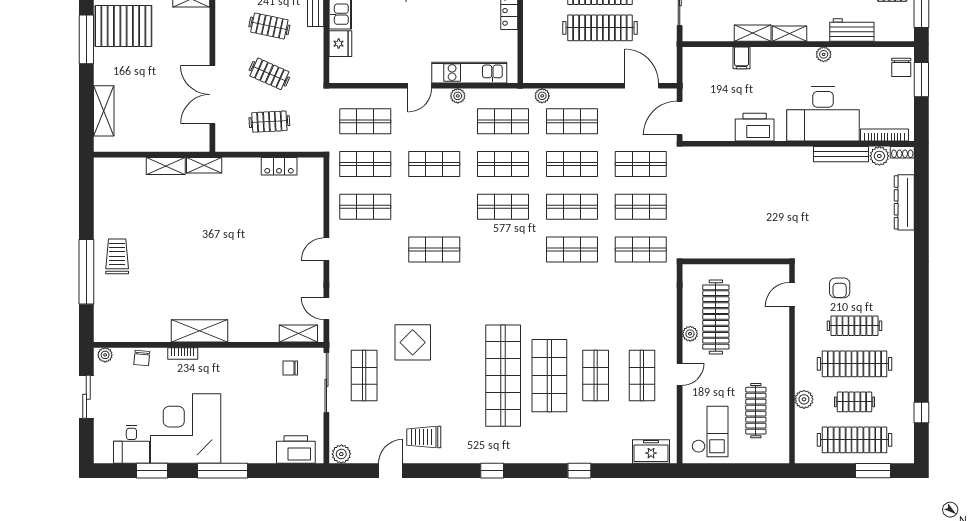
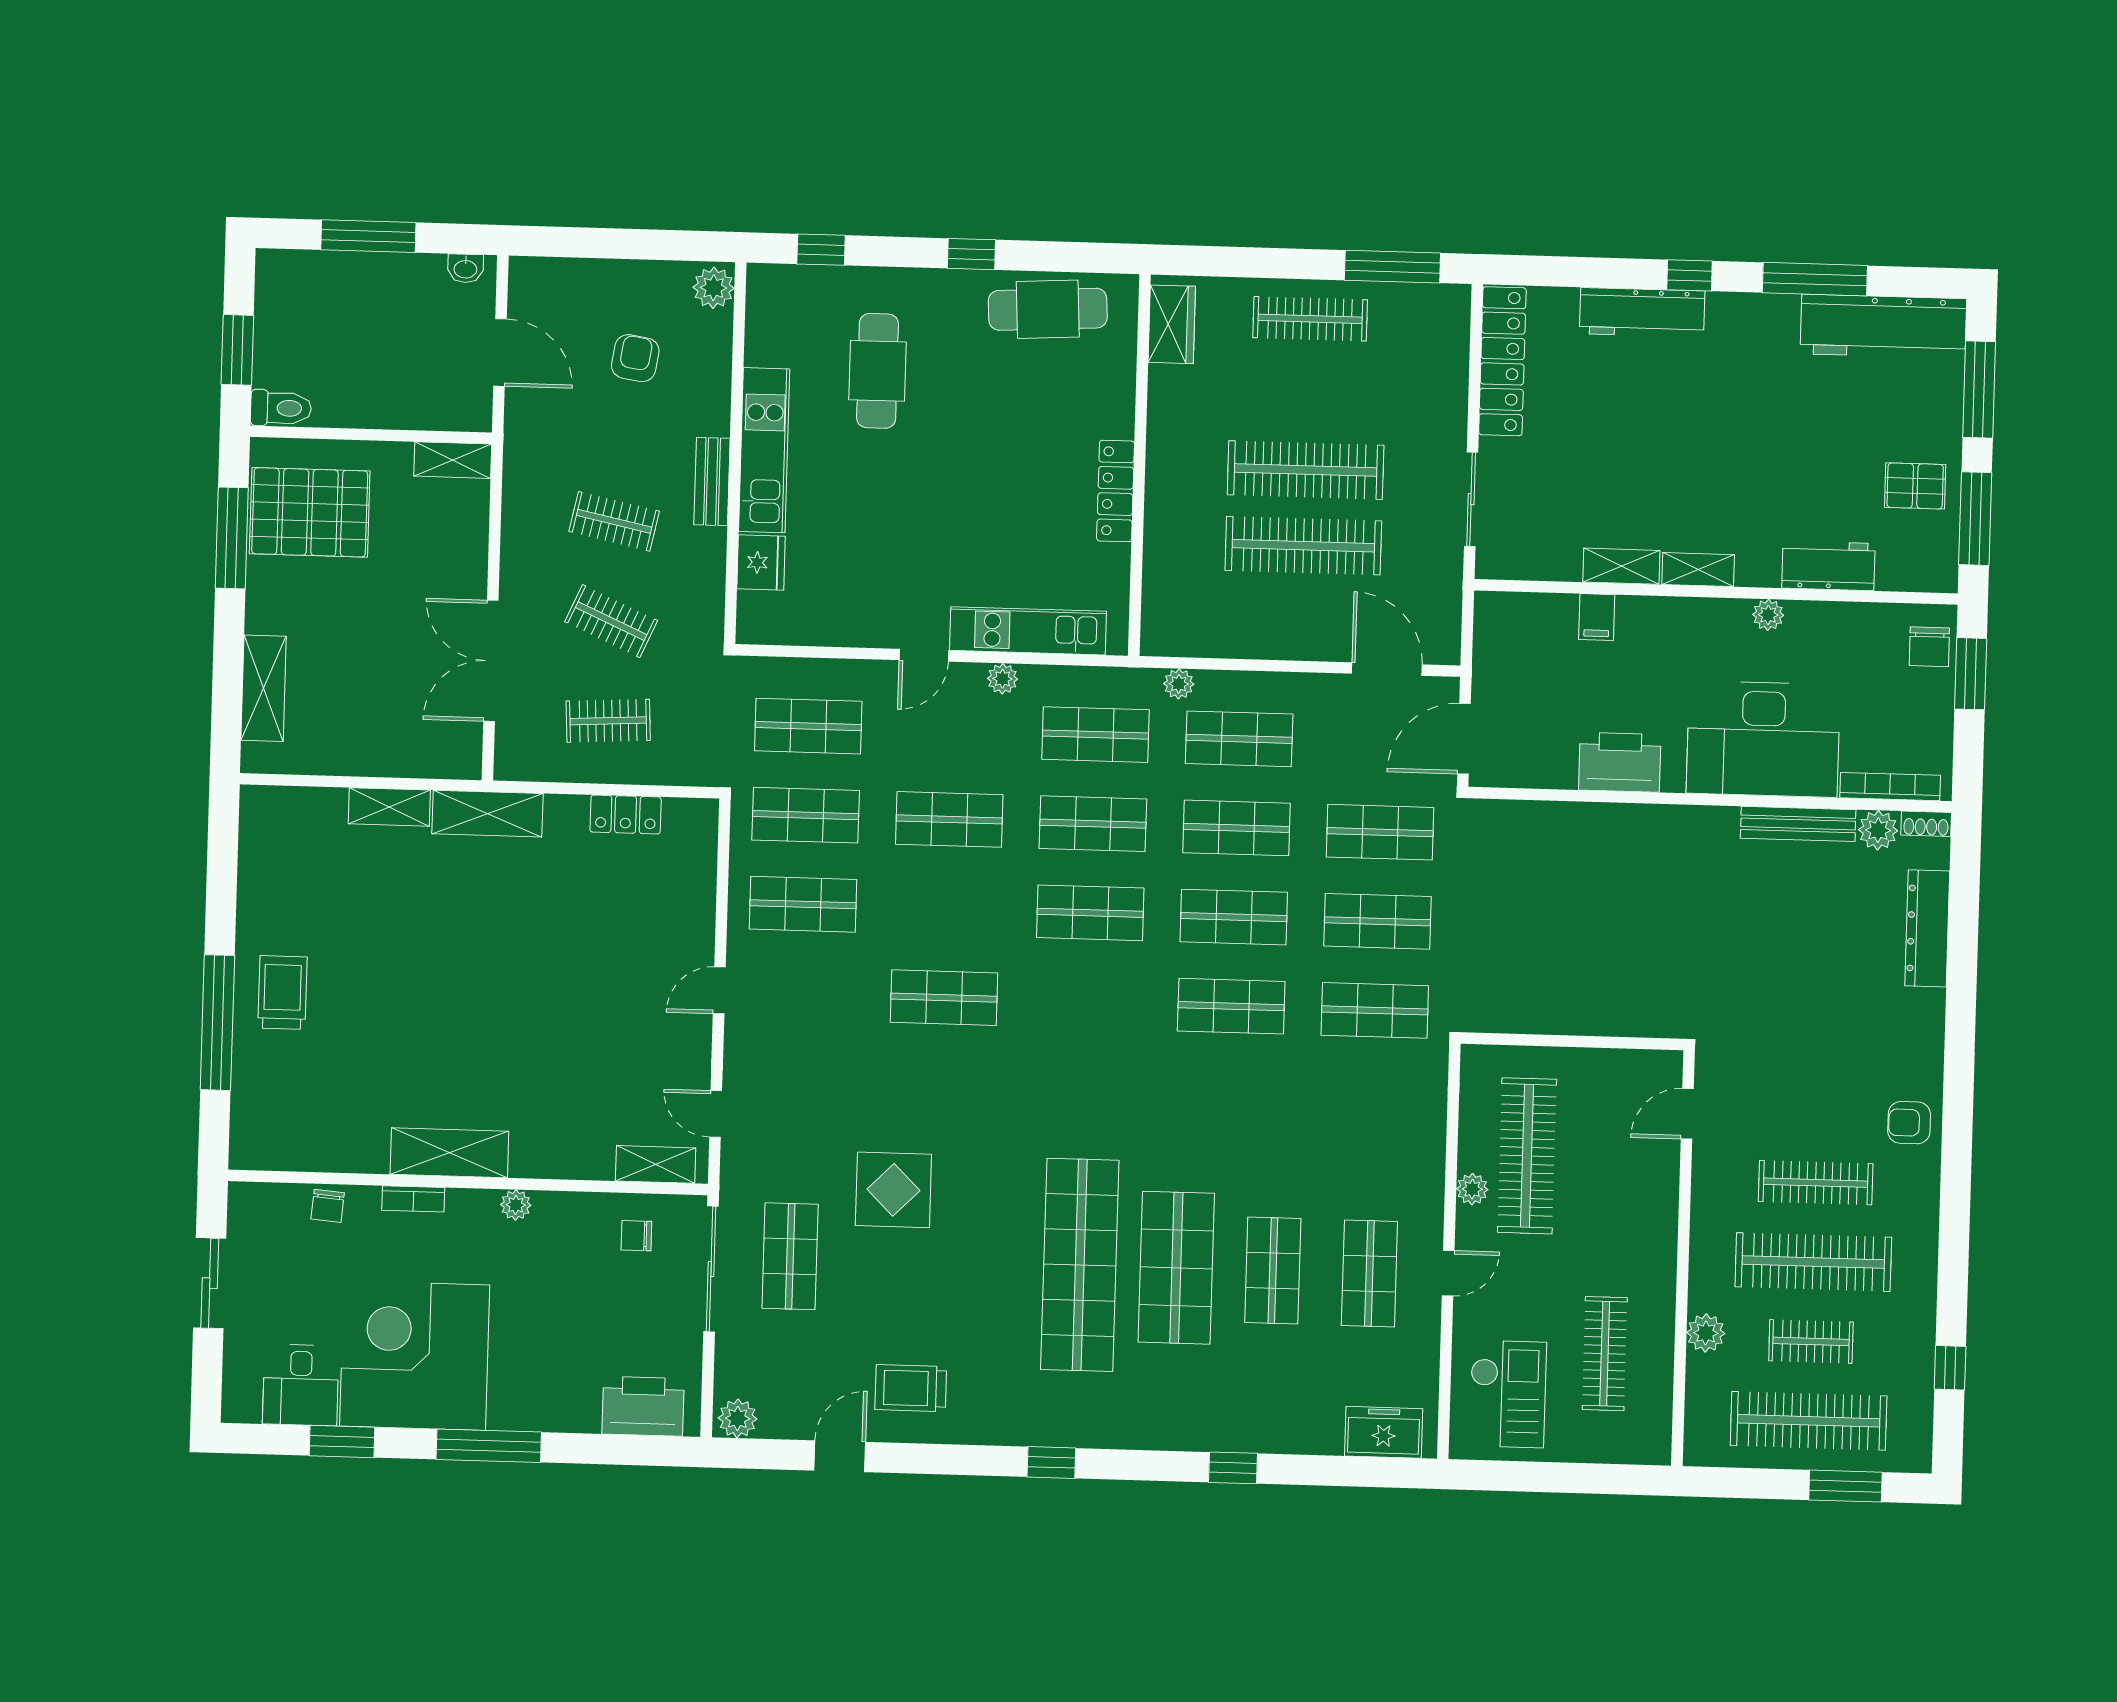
shelving: (204, 165) -> (488, 814), width x1.50, depth x1.33
armchair: (840, 288) -> (1909, 1123), moved, turned 90
plant: (105, 355) -> (516, 1205), moved

